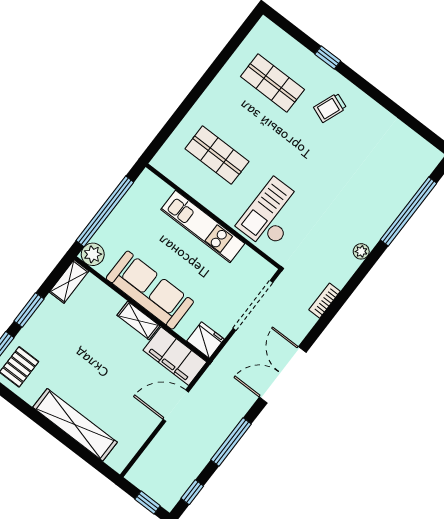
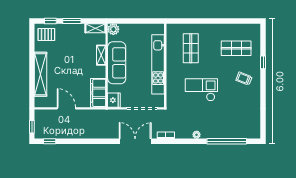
shop shelf: (272, 83) -> (236, 48), turned 90
window: (105, 211) -> (134, 21), removed
checkout: (272, 214) -> (201, 90), moved
kitchen unit: (203, 226) -> (158, 64), width x1.36
shelving: (138, 321) -> (101, 55), moved
double door: (283, 375) -> (135, 141), moved
door: (176, 406) -> (66, 108), moved
window: (231, 442) -> (81, 141), removed

